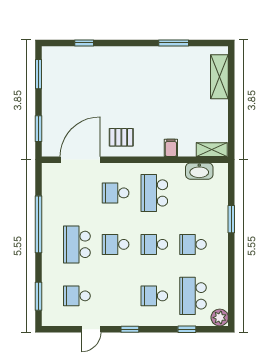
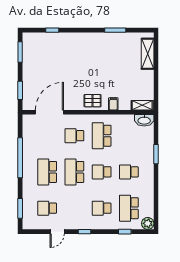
pallet: (121, 137) -> (93, 101), moved
washbasin: (199, 171) -> (144, 120), moved
school desk: (116, 244) -> (74, 172), width x1.85

